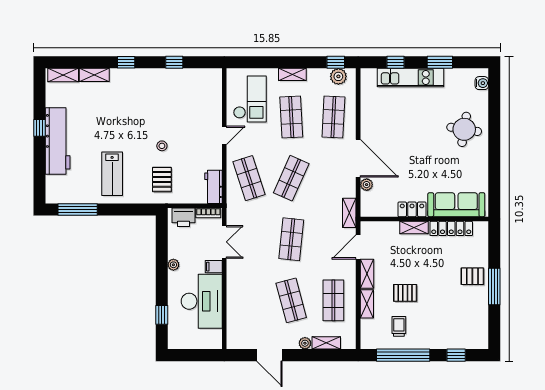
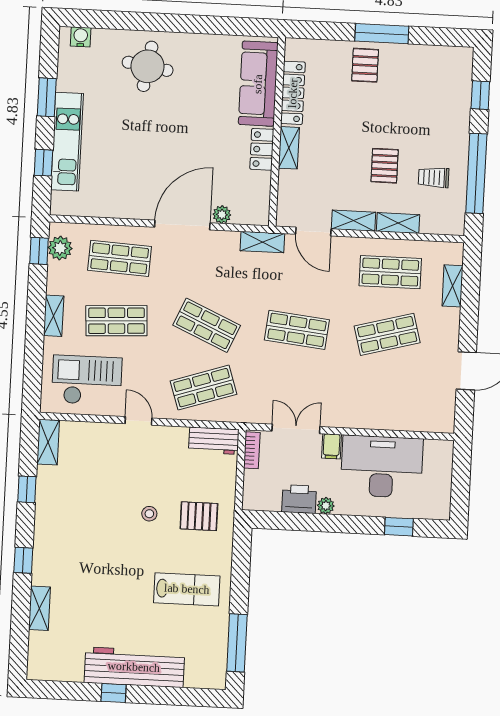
shelving: (63, 75) -> (48, 442), moved
printer: (183, 217) -> (299, 499), moved, turned -90
plant: (305, 343) -> (451, 317), removed

